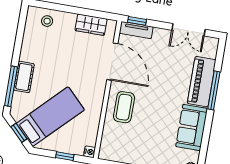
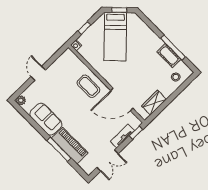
tv unit: (136, 30) -> (122, 136), moved
double door: (188, 30) -> (108, 161), swing flipped
cot: (24, 77) -> (169, 56), moved
window: (11, 86) -> (173, 48), moved

